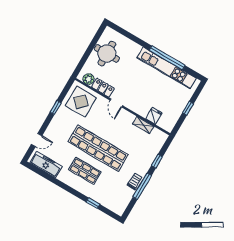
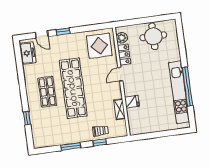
window: (56, 107) -> (63, 32), moved
window: (188, 108) -> (161, 134), removed
fridge: (154, 116) -> (132, 102), moved
freezer: (46, 165) -> (28, 53), width x0.71
trolley: (135, 181) -> (101, 131), moved
window: (142, 186) -> (71, 146), width x0.69

